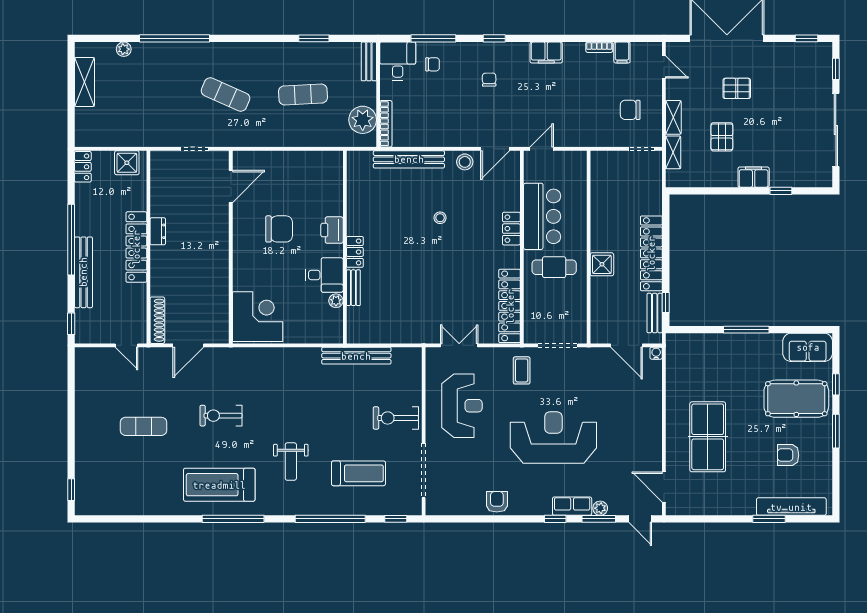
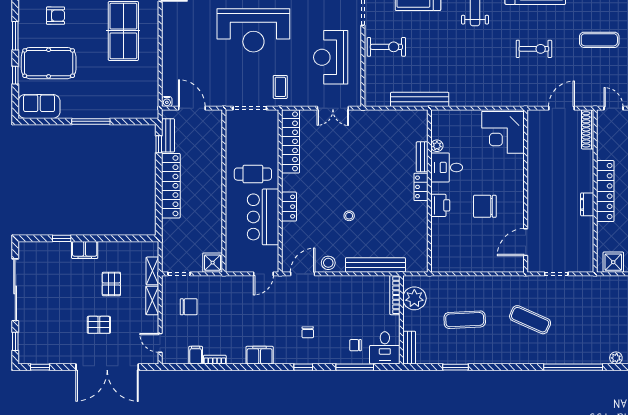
shower: (602, 264) -> (213, 263), moved

